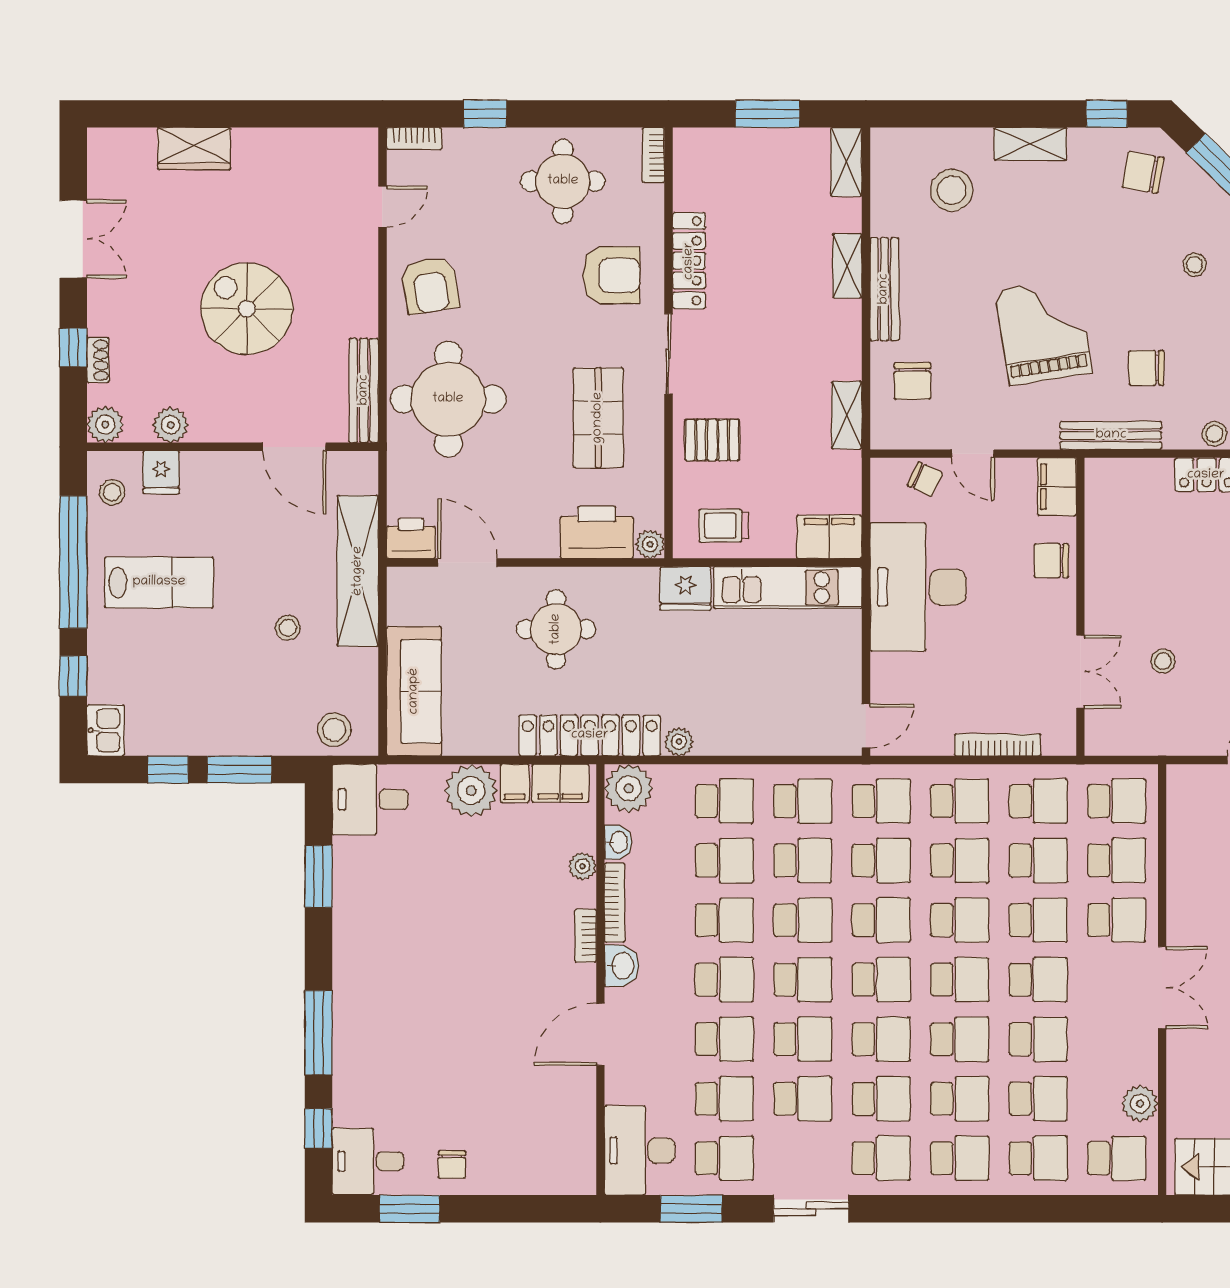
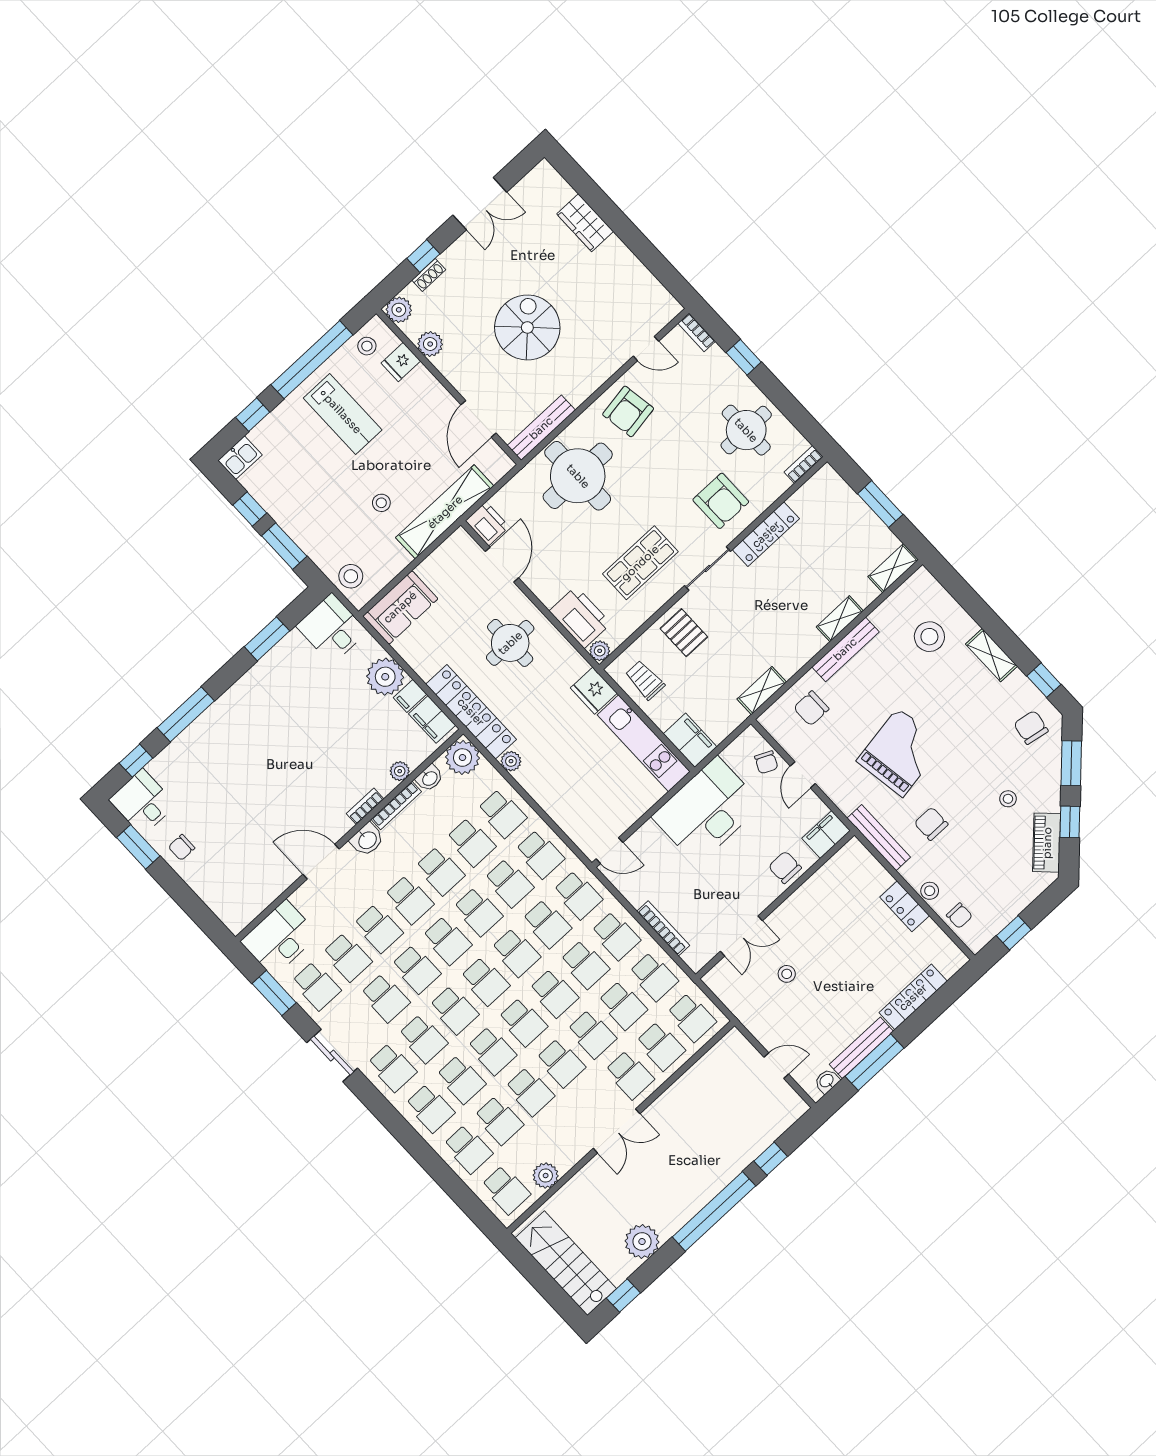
sofa: (414, 691) -> (400, 607), width x0.73

